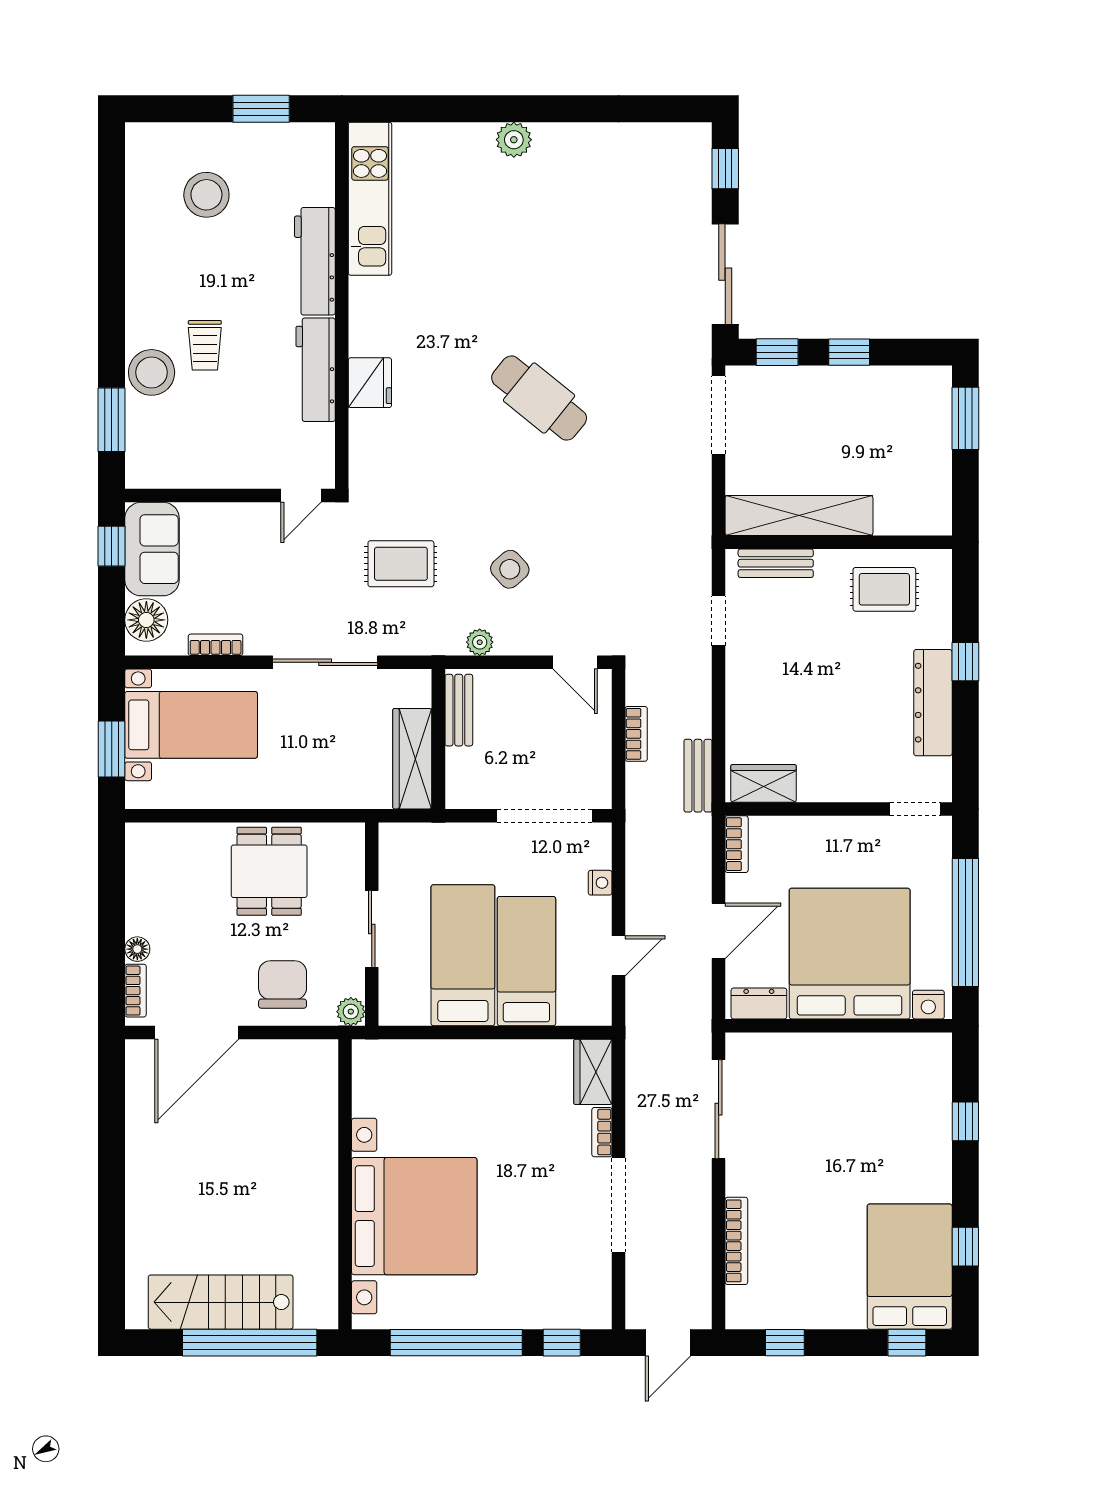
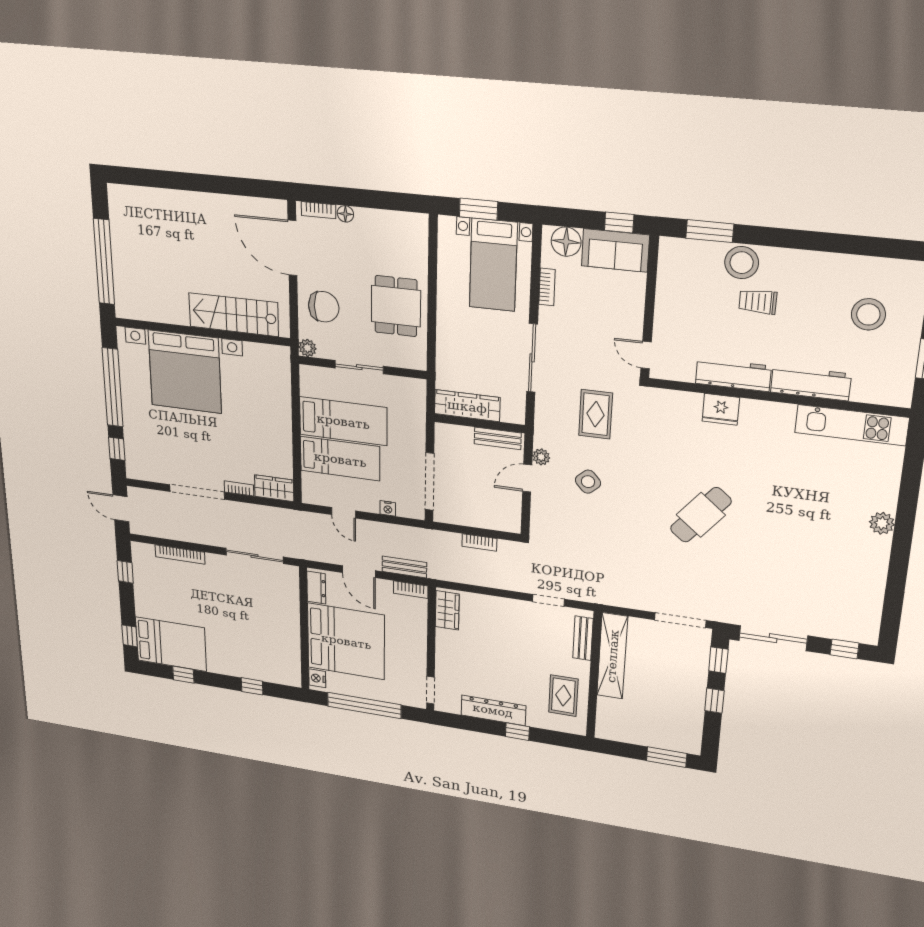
door: (575, 662) -> (527, 478), moved
bench: (698, 776) -> (404, 567), moved
dining table: (269, 871) -> (396, 306), turned 90
stairs: (221, 1302) -> (234, 315), moved, turned -90

